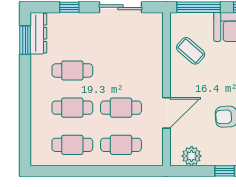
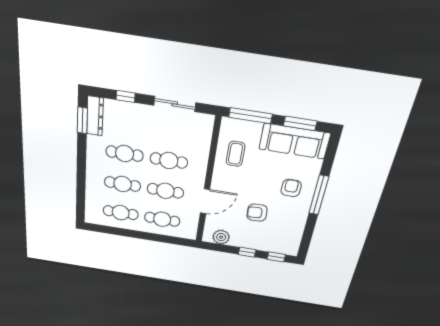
coffee table: (191, 51) -> (236, 154), turned 49
cafe table: (121, 70) -> (169, 161), added

